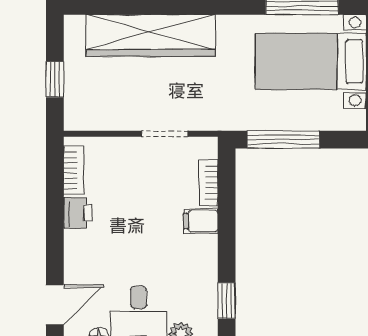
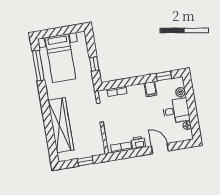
window: (283, 140) -> (94, 64), width x0.46
filing cabinet: (201, 221) -> (151, 89), moved
door: (55, 305) -> (160, 149), moved

